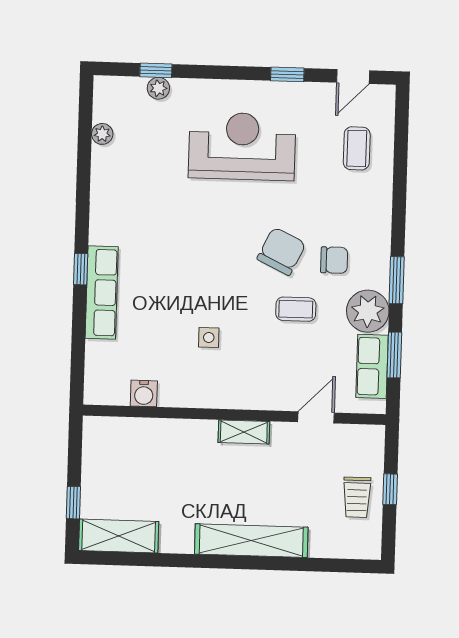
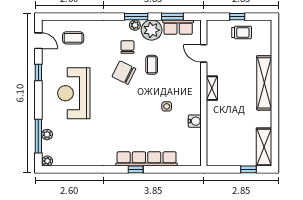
window: (156, 70) -> (38, 136), width x2.17
plant: (102, 134) -> (47, 161), moved
plant: (379, 277) -> (135, 25), added
row of seats: (102, 292) -> (147, 159), width x1.36
water cooler: (144, 393) -> (195, 121), moved

